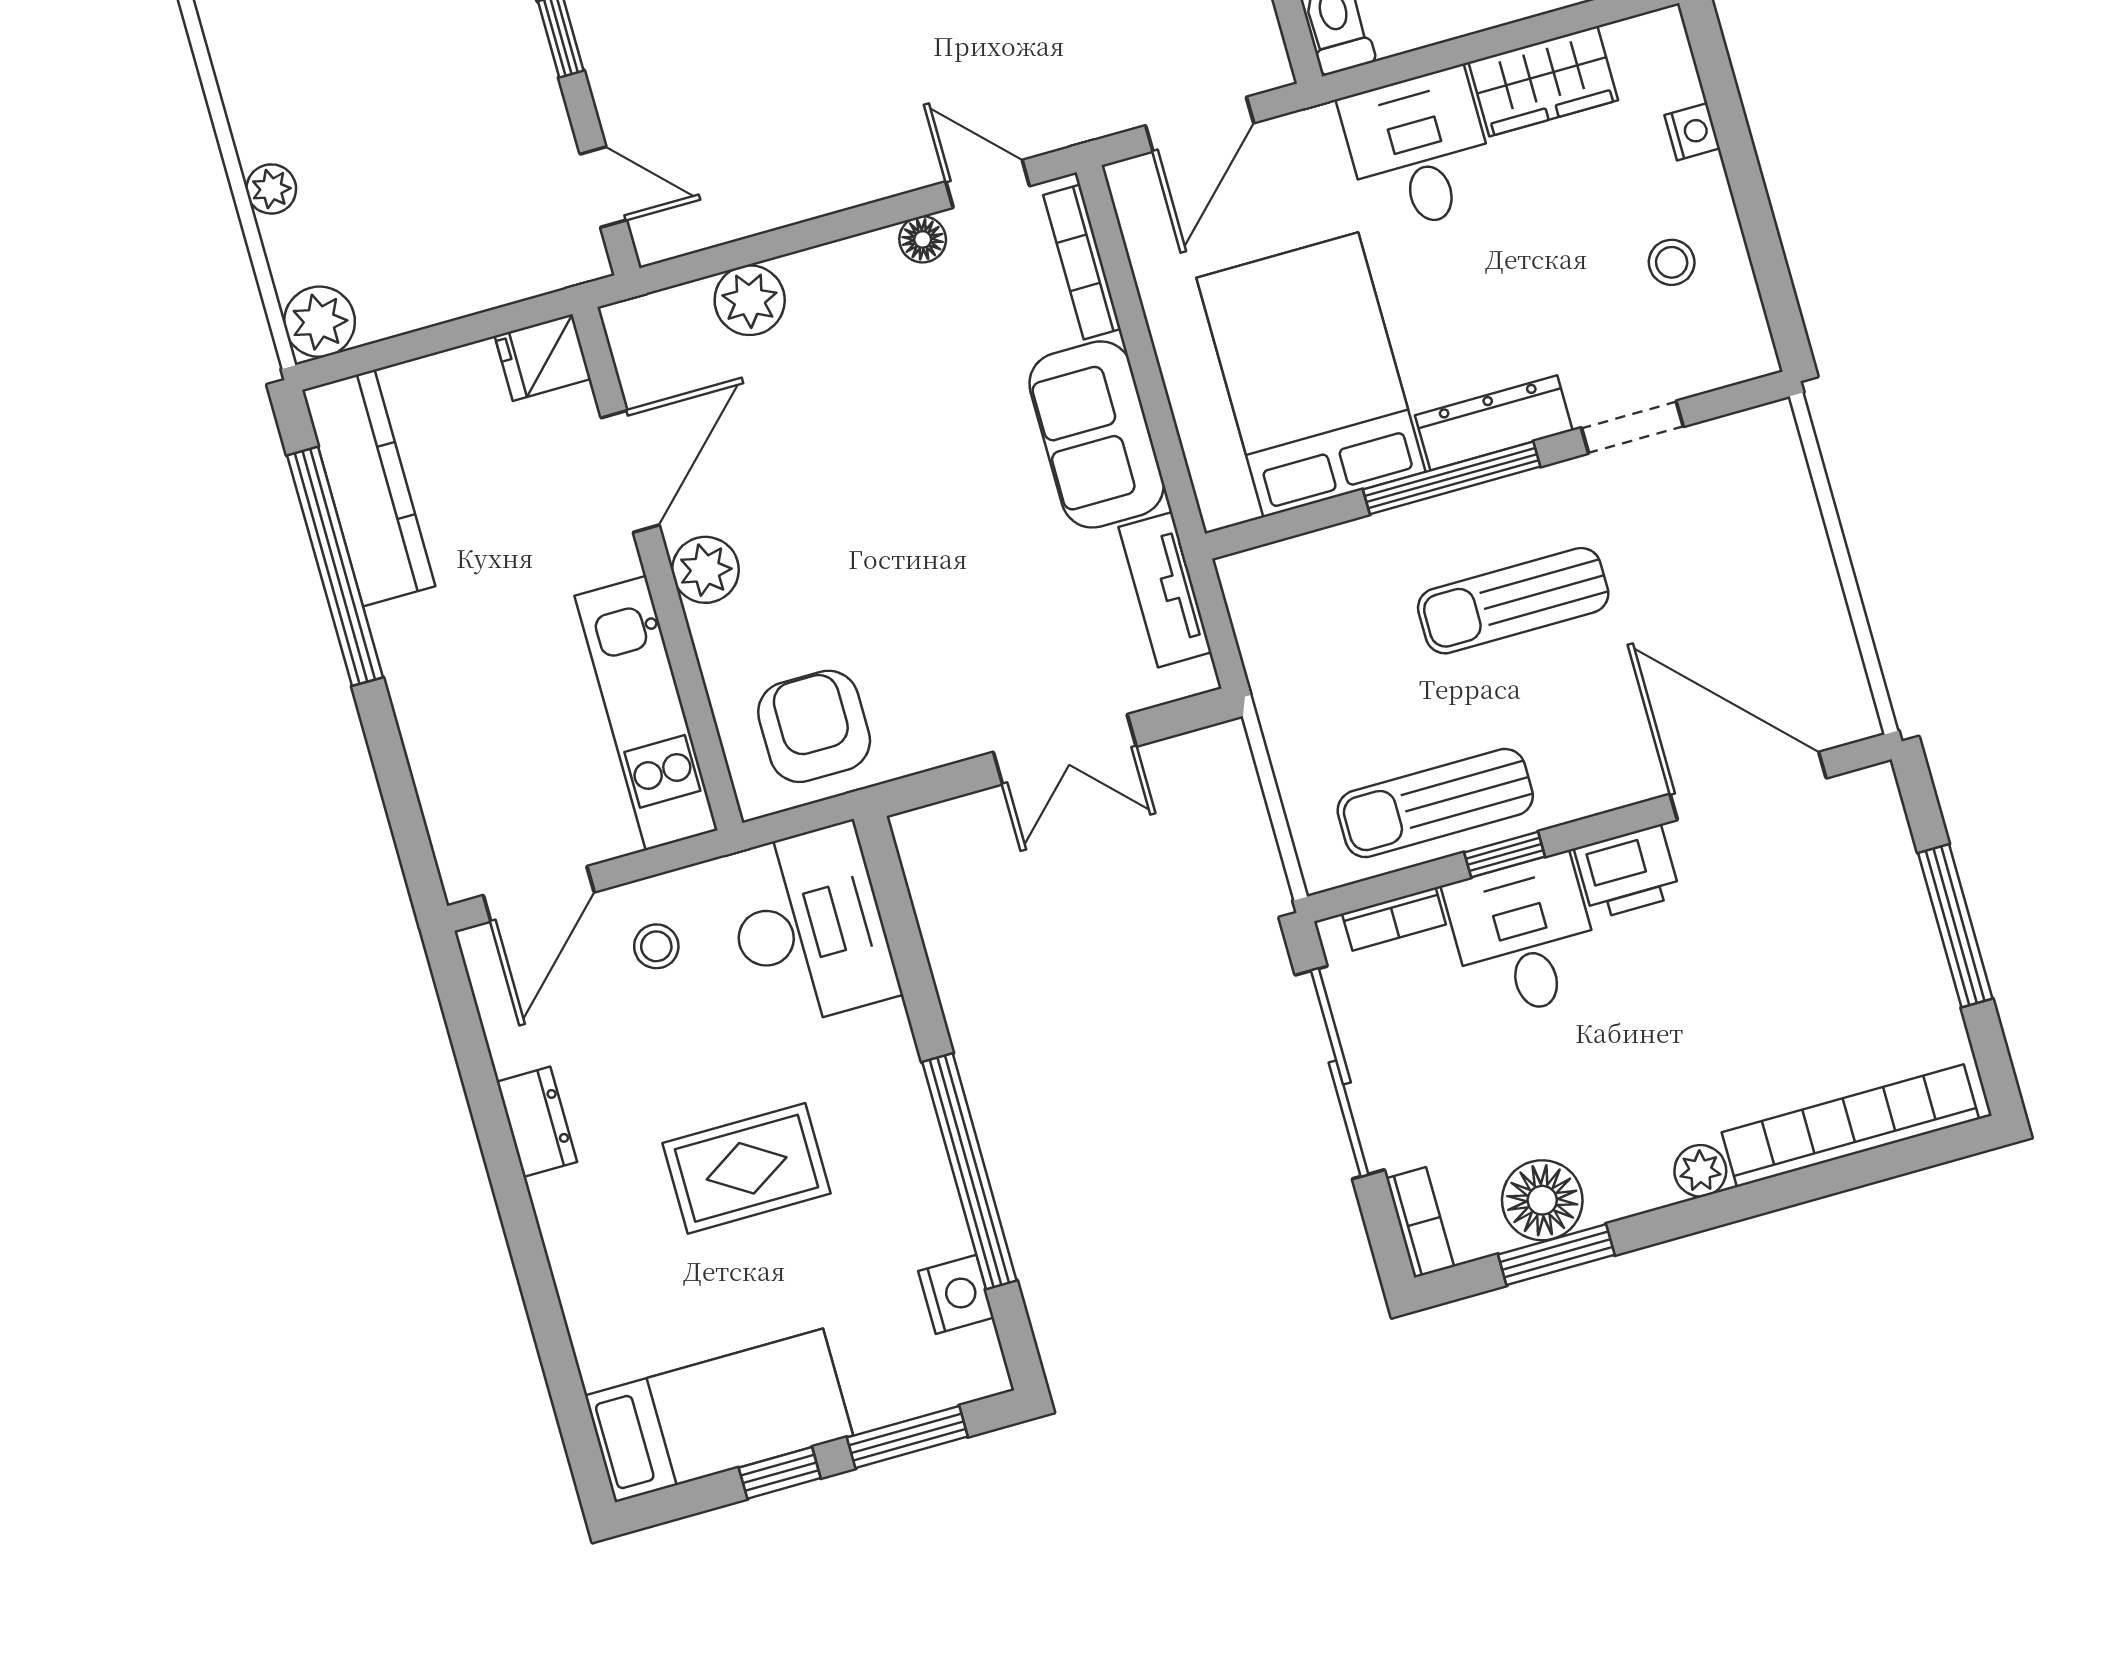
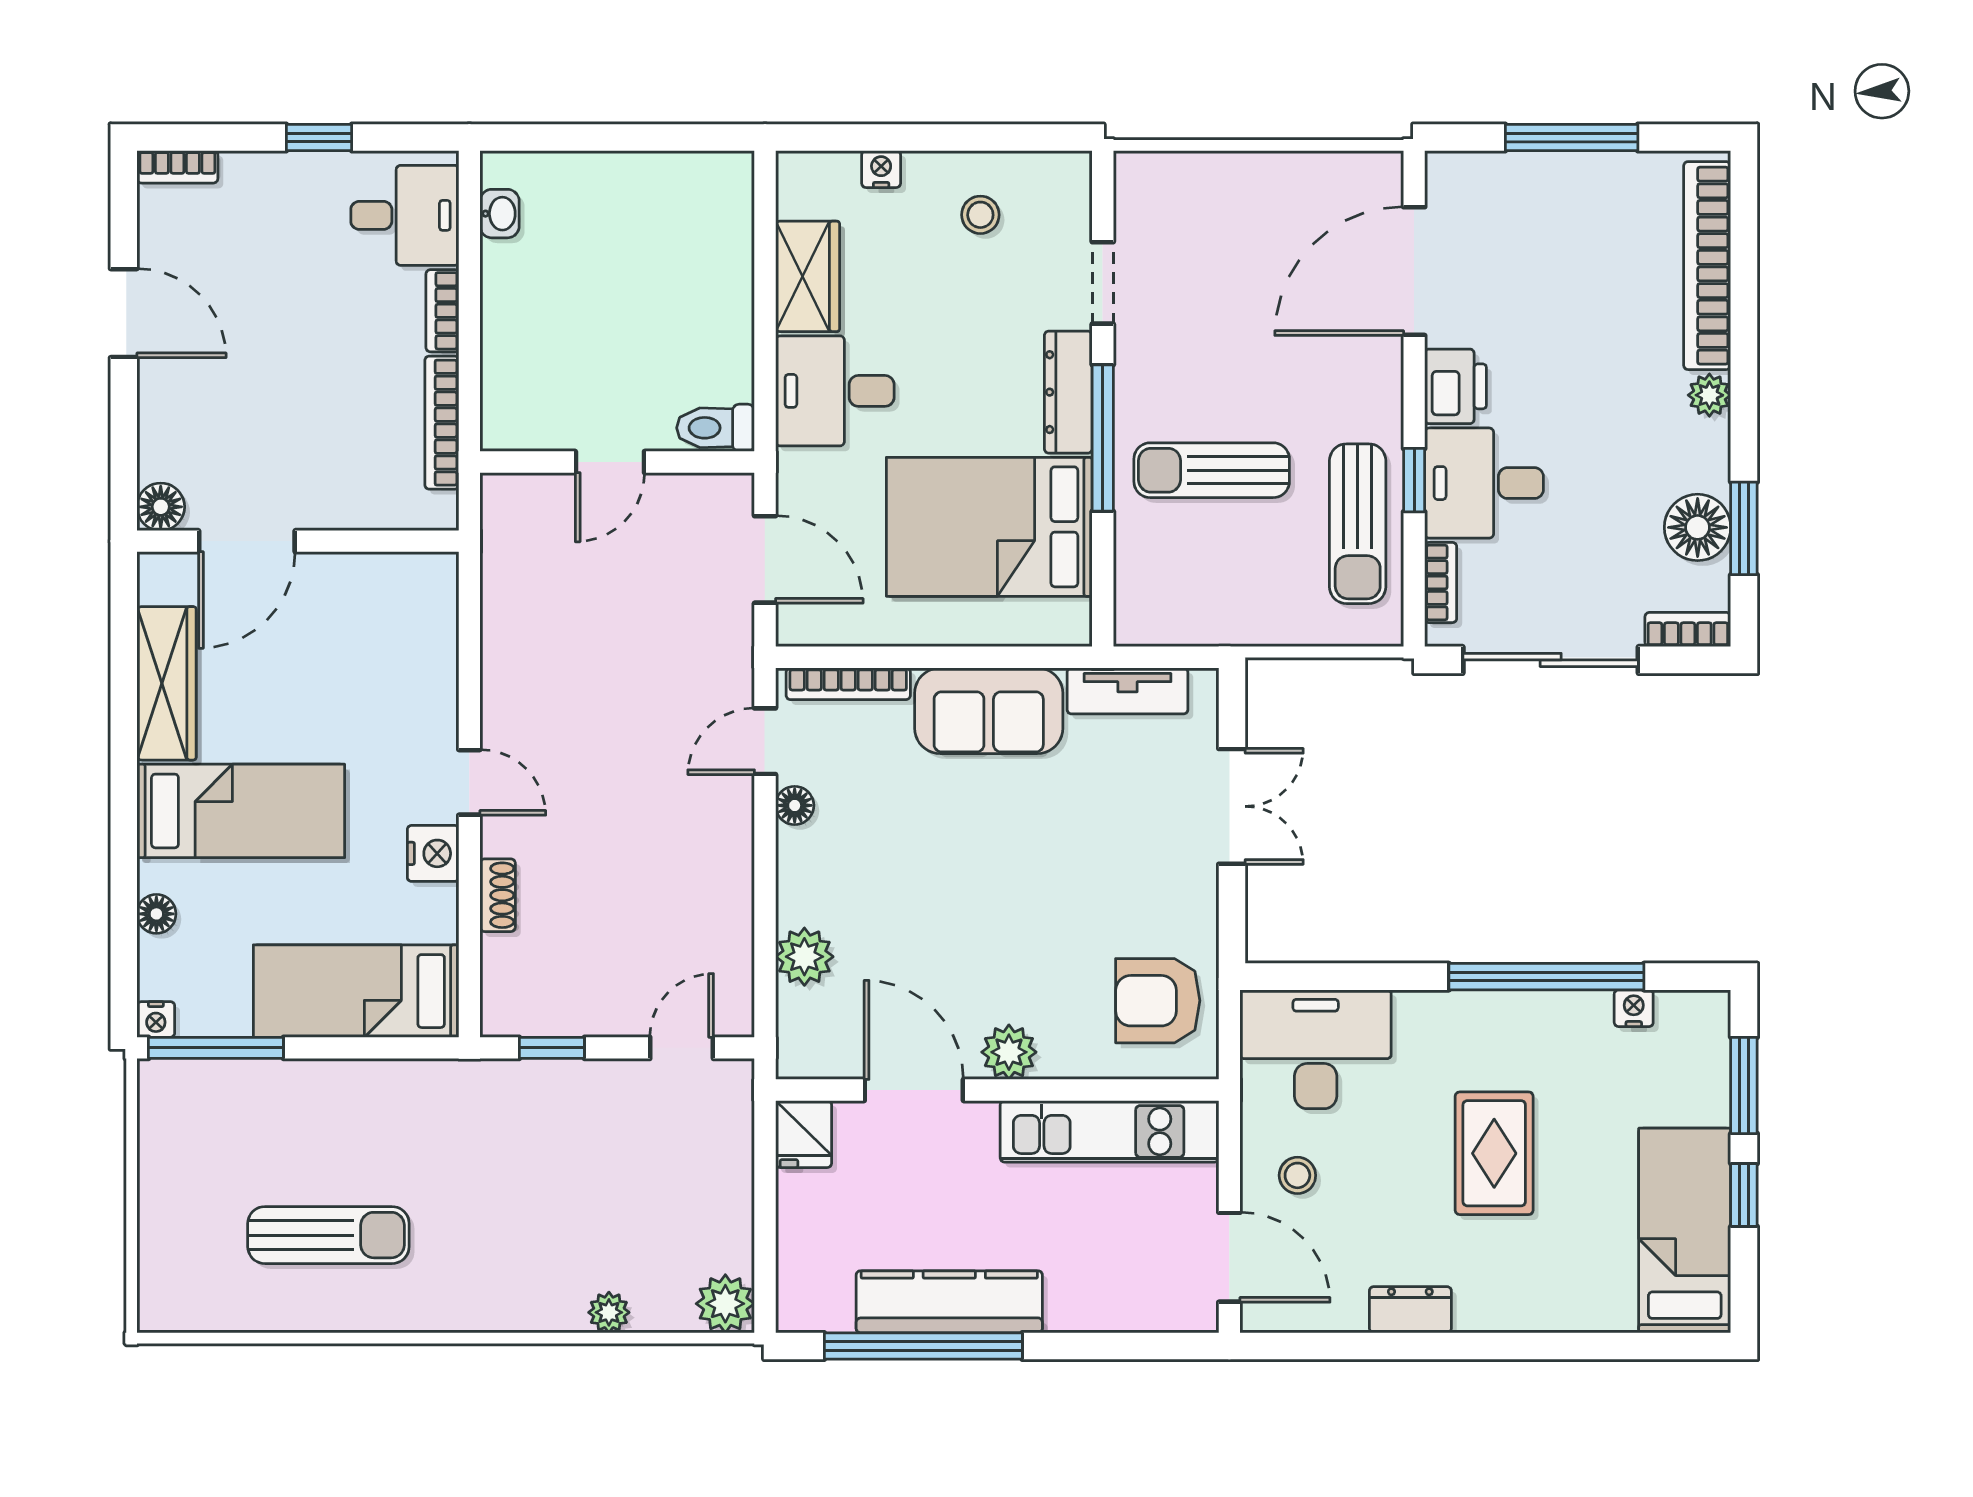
kitchen counter: (369, 488) -> (949, 1302), moved
sun lounger: (1513, 601) -> (1212, 470), moved, turned 90
nightstand: (956, 1294) -> (1634, 1008), width x0.72, depth x0.74

